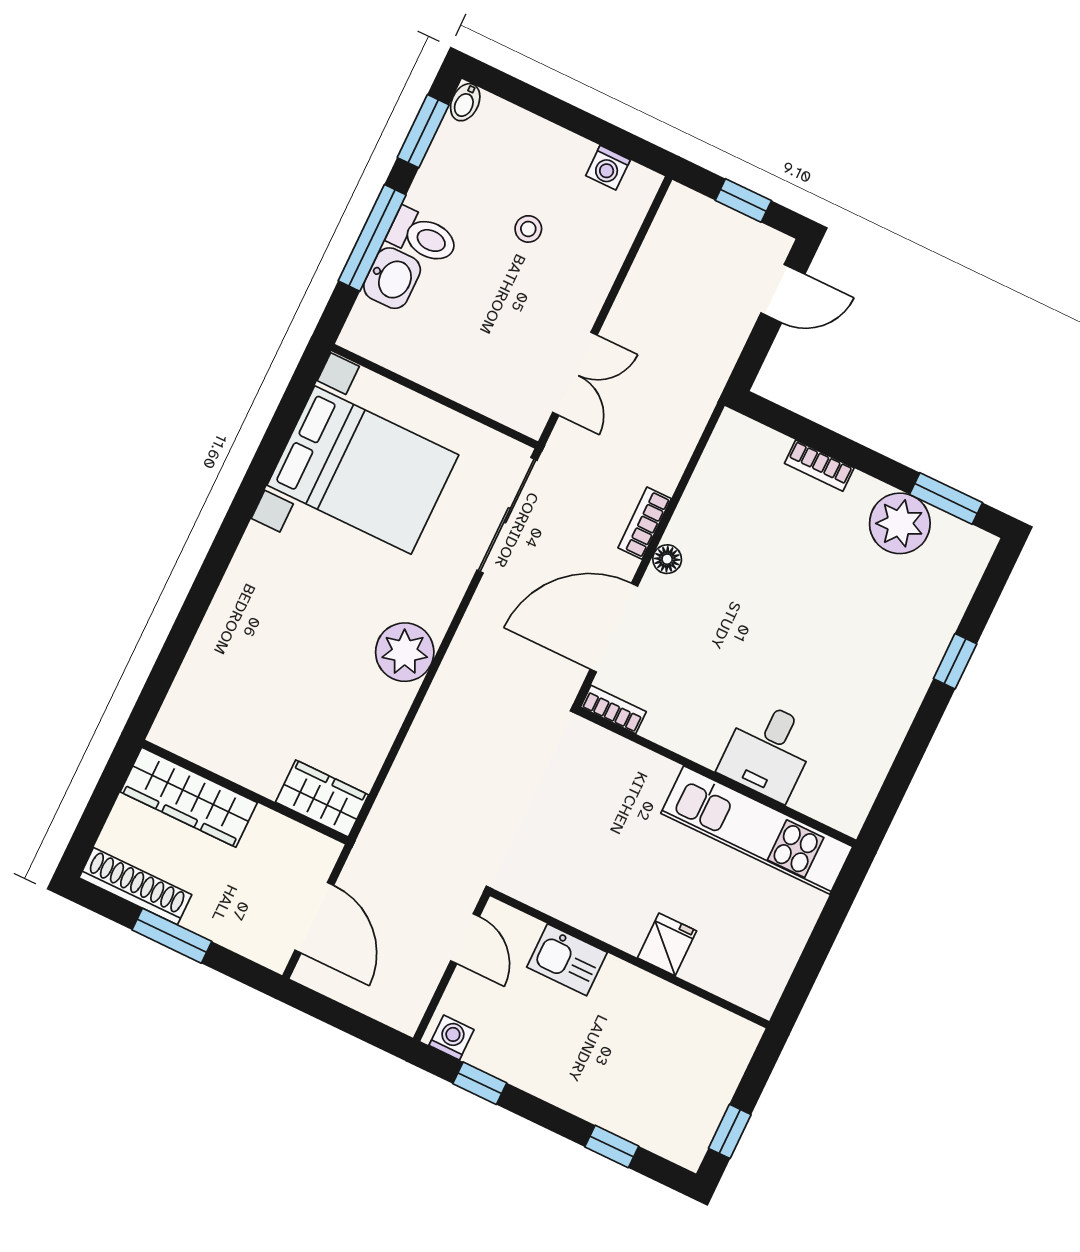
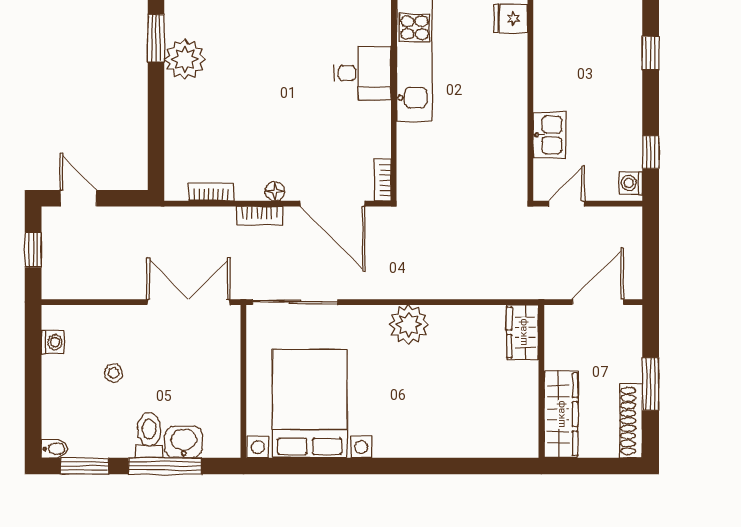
double door: (575, 374) -> (189, 302), width x1.37
bookcase: (819, 466) -> (211, 192), moved, turned -90
fridge: (667, 944) -> (511, 18), moved

